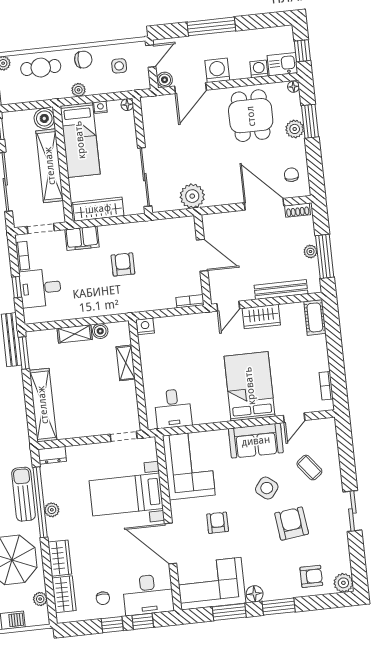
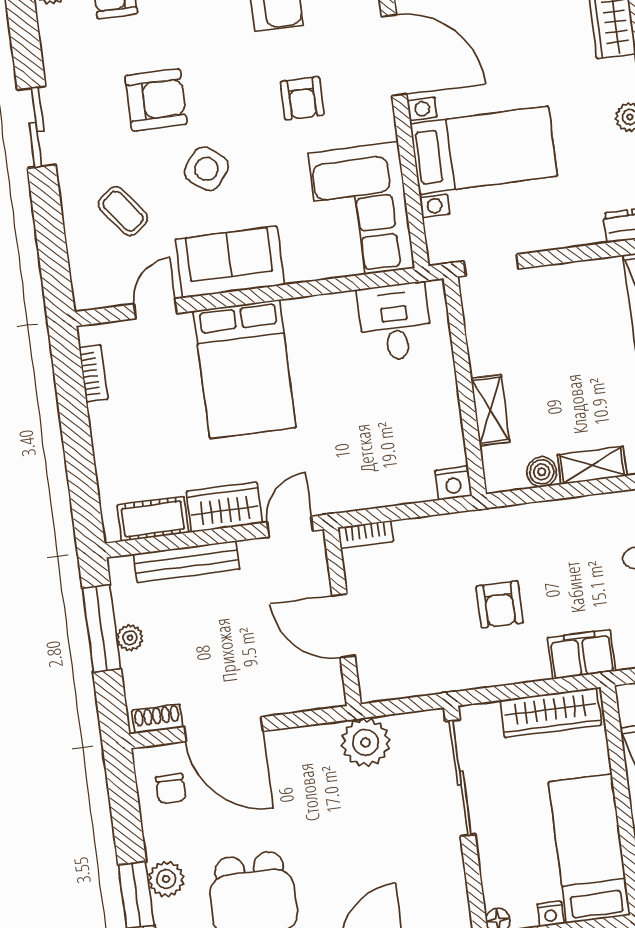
cot: (315, 317) -> (153, 519), moved, turned 90
armchair: (292, 524) -> (156, 100), turned -83

